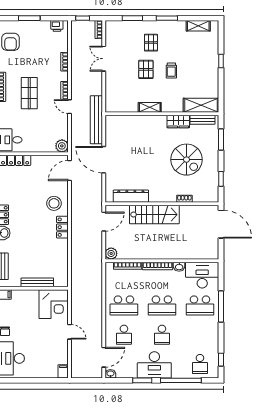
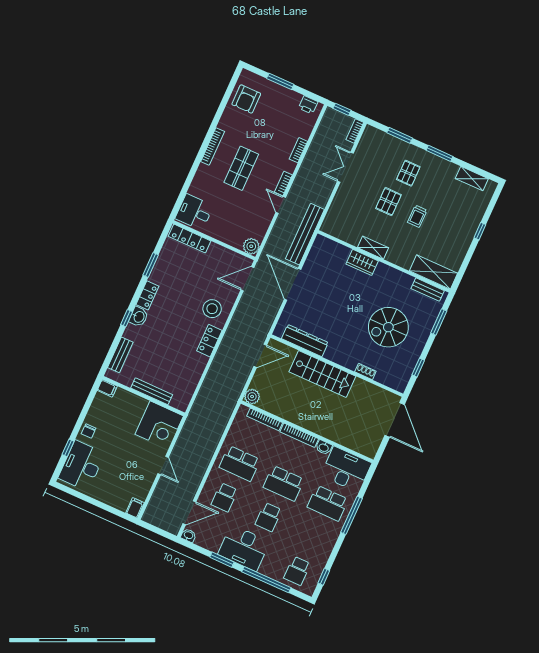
wardrobe: (178, 122) -> (362, 262), moved
spiral stairs: (186, 160) -> (388, 327), turned 90

